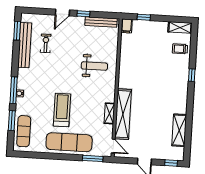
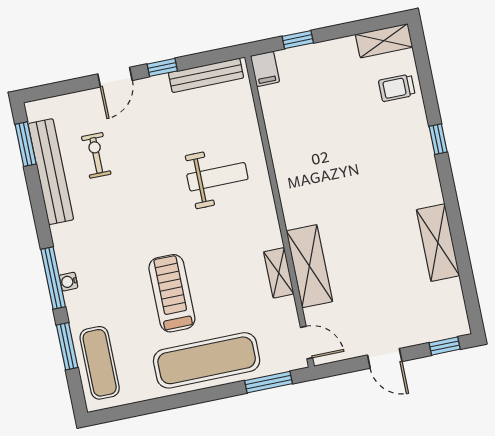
shelving: (123, 114) -> (309, 266), width x0.68
shelving: (179, 130) -> (438, 243), moved

